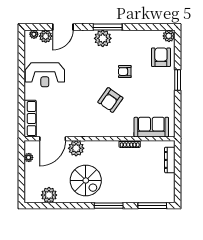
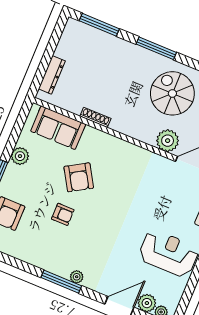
plant: (103, 38) -> (77, 277), width x0.53, depth x0.53
plant: (169, 98) -> (20, 156), added
armchair: (110, 100) -> (79, 177), moved, turned 114

